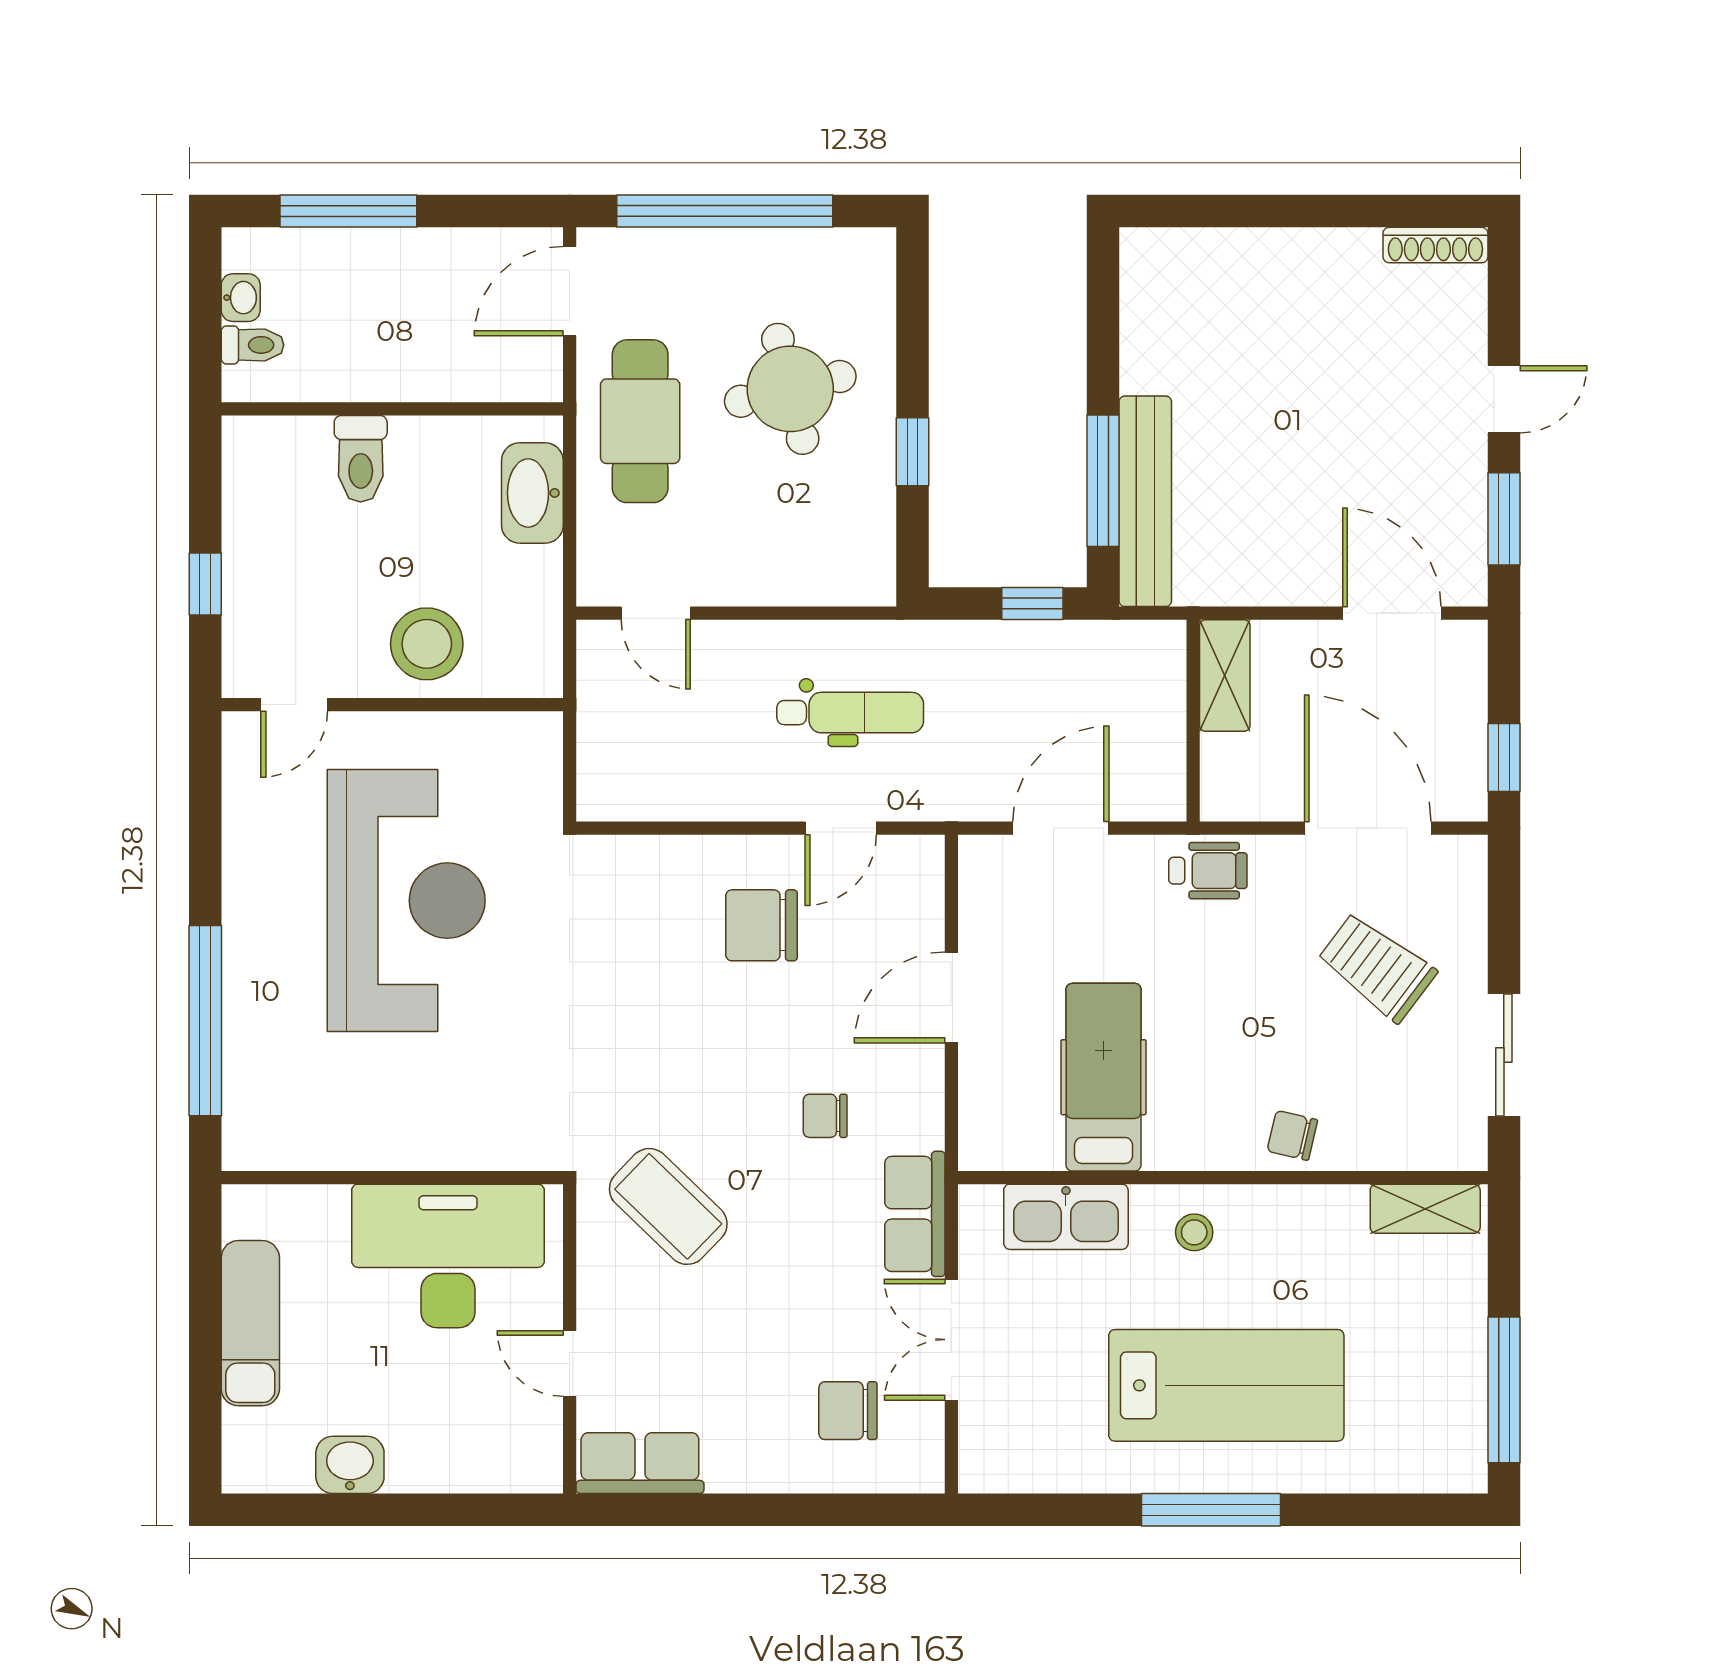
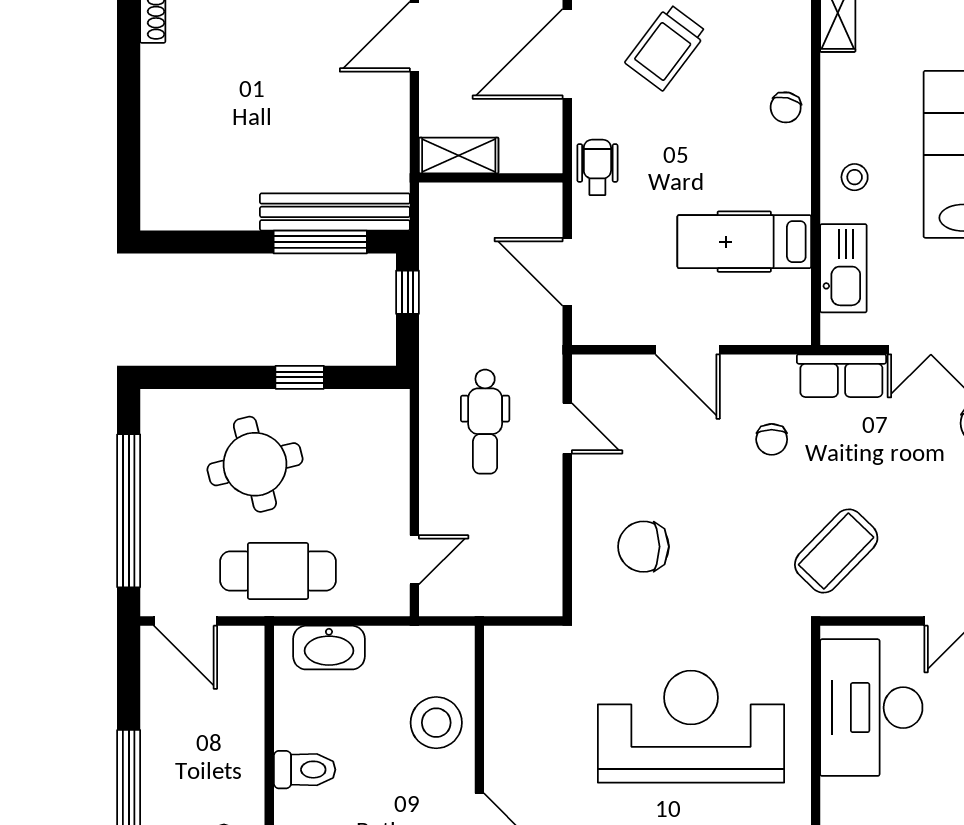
dental chair: (850, 713) -> (485, 422), turned 180
reception desk: (406, 901) -> (691, 727), moved
chair: (761, 925) -> (643, 547), moved, turned 90

